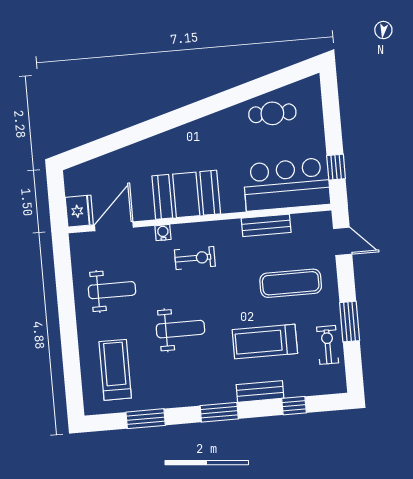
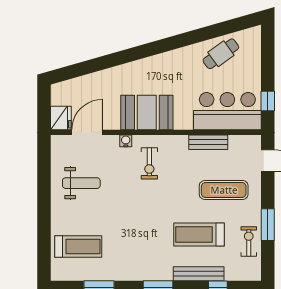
cafe table: (272, 113) -> (221, 54), turned -36
exercise bike: (195, 258) -> (149, 163), turned 90
weight bench: (180, 329) -> (133, 219), removed
treadmill: (115, 370) -> (78, 247), turned 90
bench: (260, 391) -> (199, 274), width x1.36

